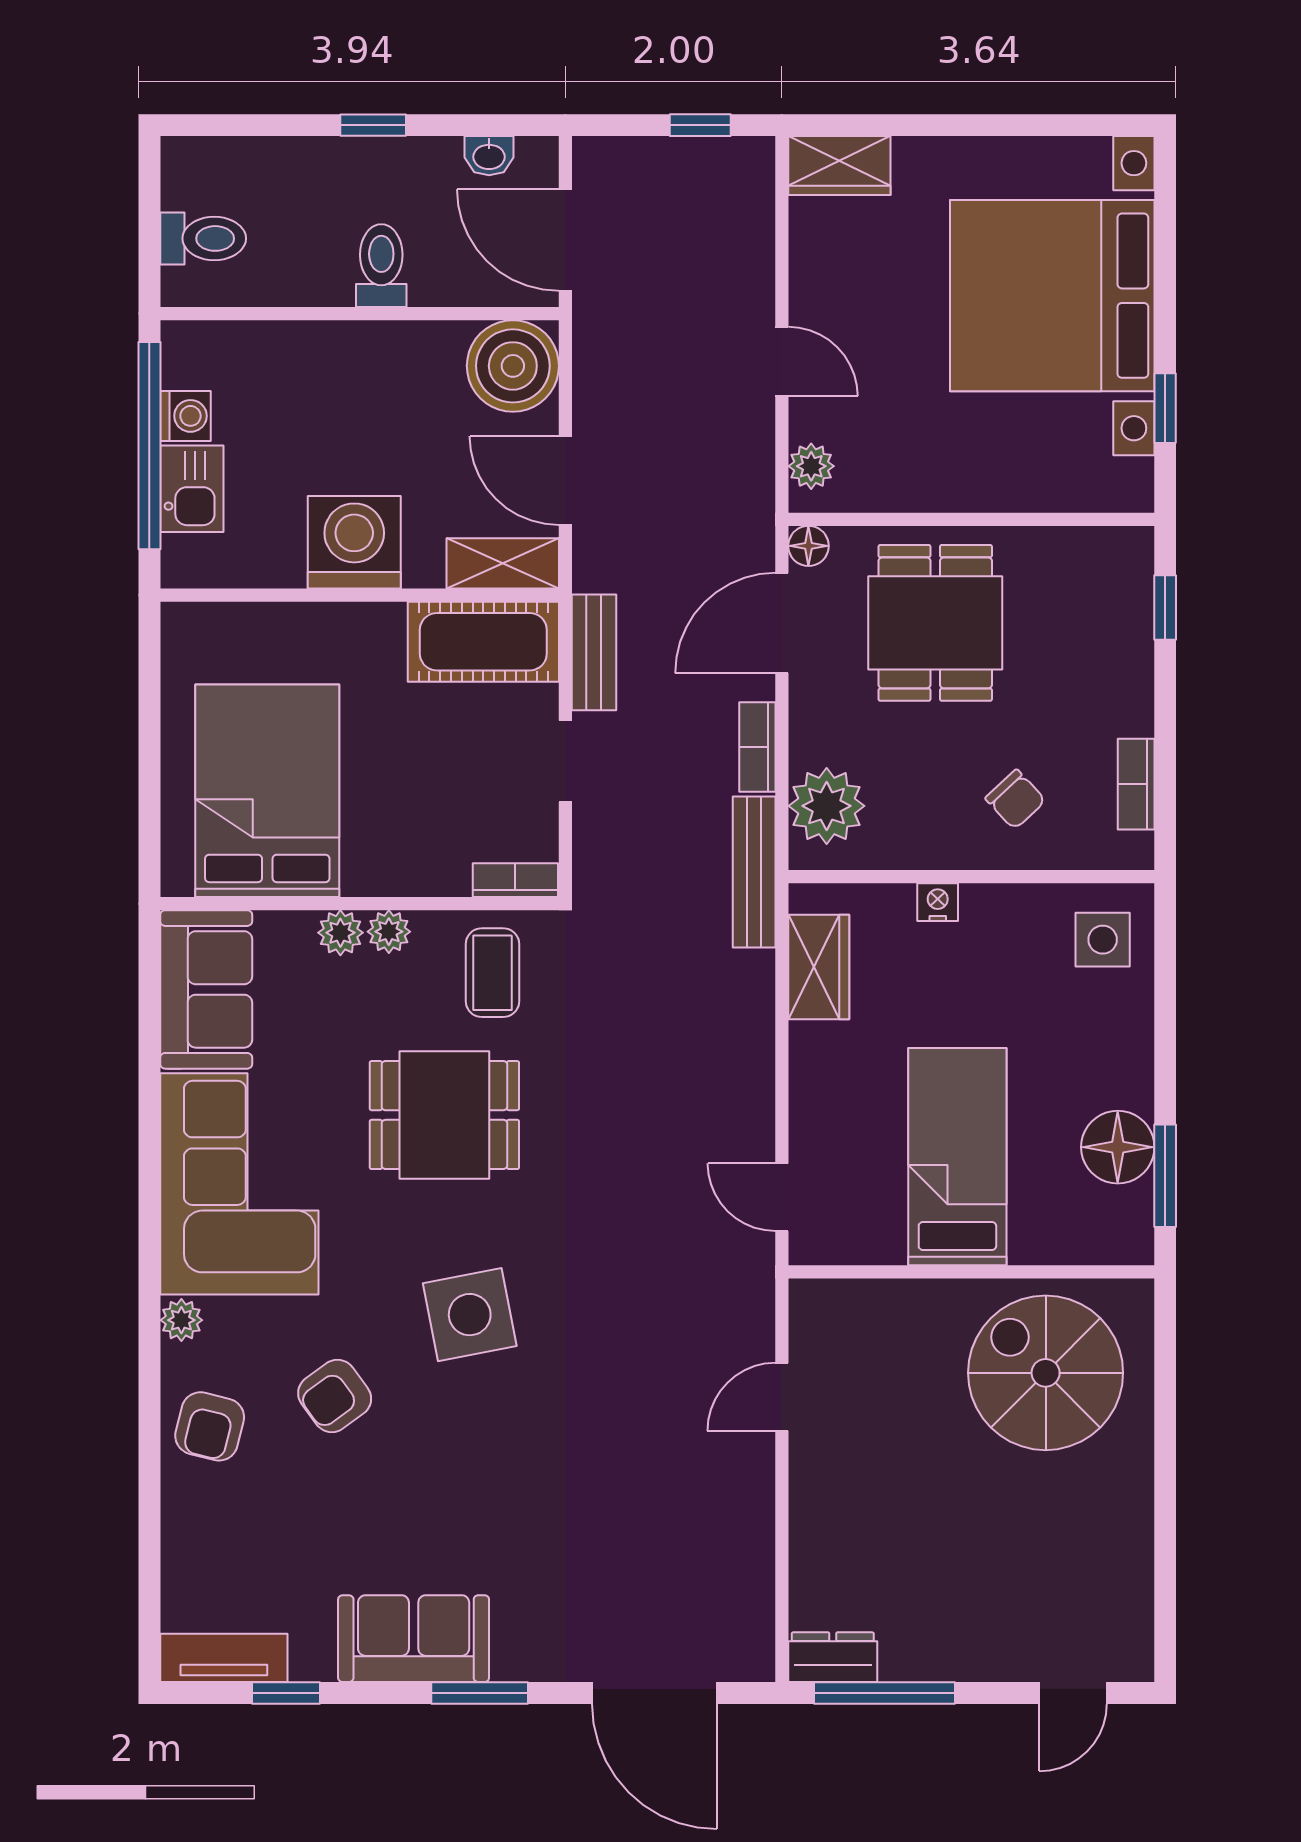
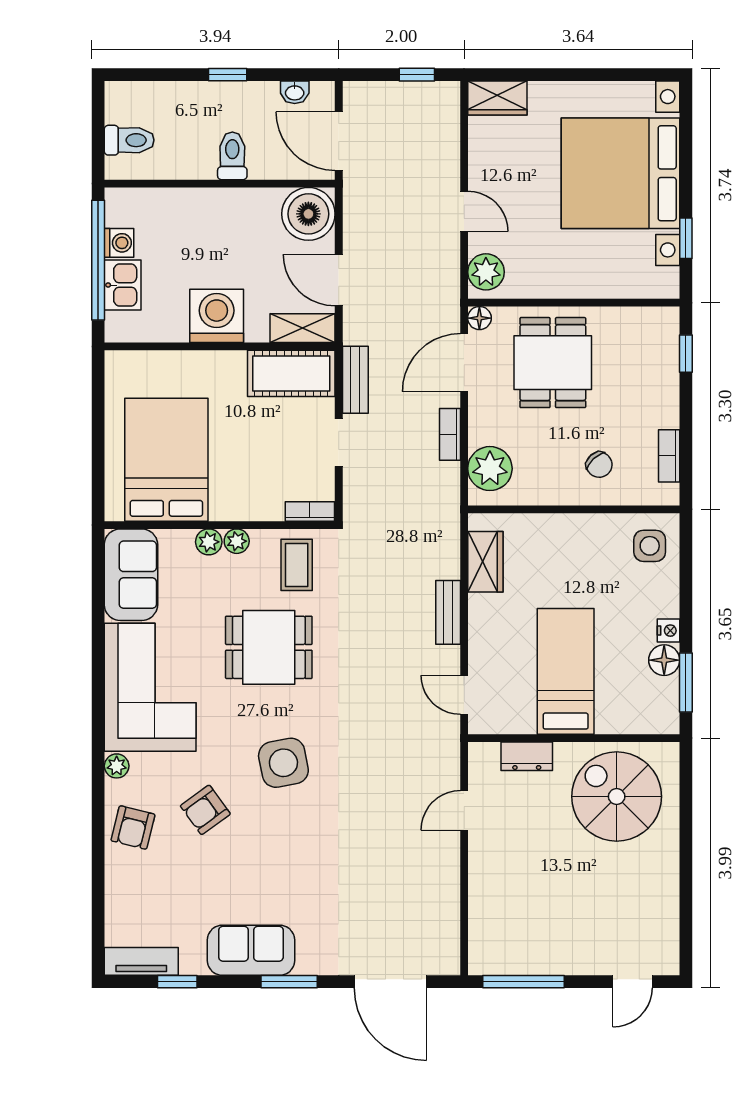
plant: (811, 466) -> (486, 272), width x1.38, depth x1.38
bench: (754, 872) -> (448, 612), moved, width x0.73
nightstand: (938, 902) -> (669, 631), moved, turned 90
floor lamp: (1118, 1147) -> (664, 660), width x0.73, depth x0.73
dresser: (833, 1657) -> (527, 756), moved, turned 180

